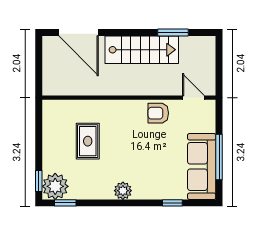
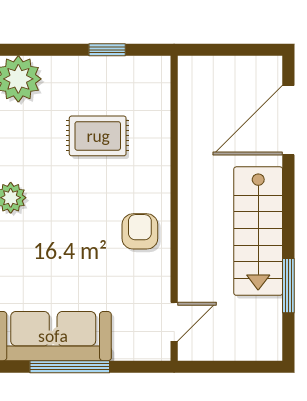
armchair: (158, 113) -> (140, 231), moved
window: (39, 181) -> (107, 50), moved

